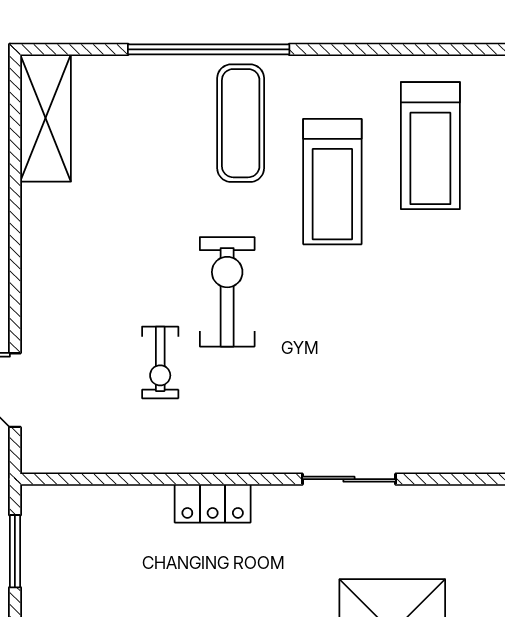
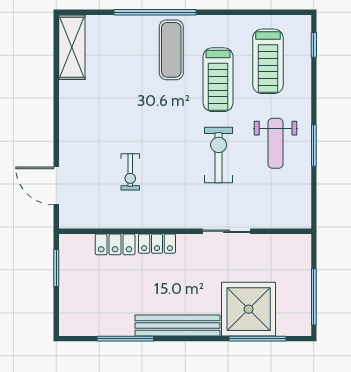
exercise bike: (227, 292) -> (219, 155), moved
weight bench: (445, 306) -> (276, 143), added
locker: (130, 505) -> (115, 244), added

